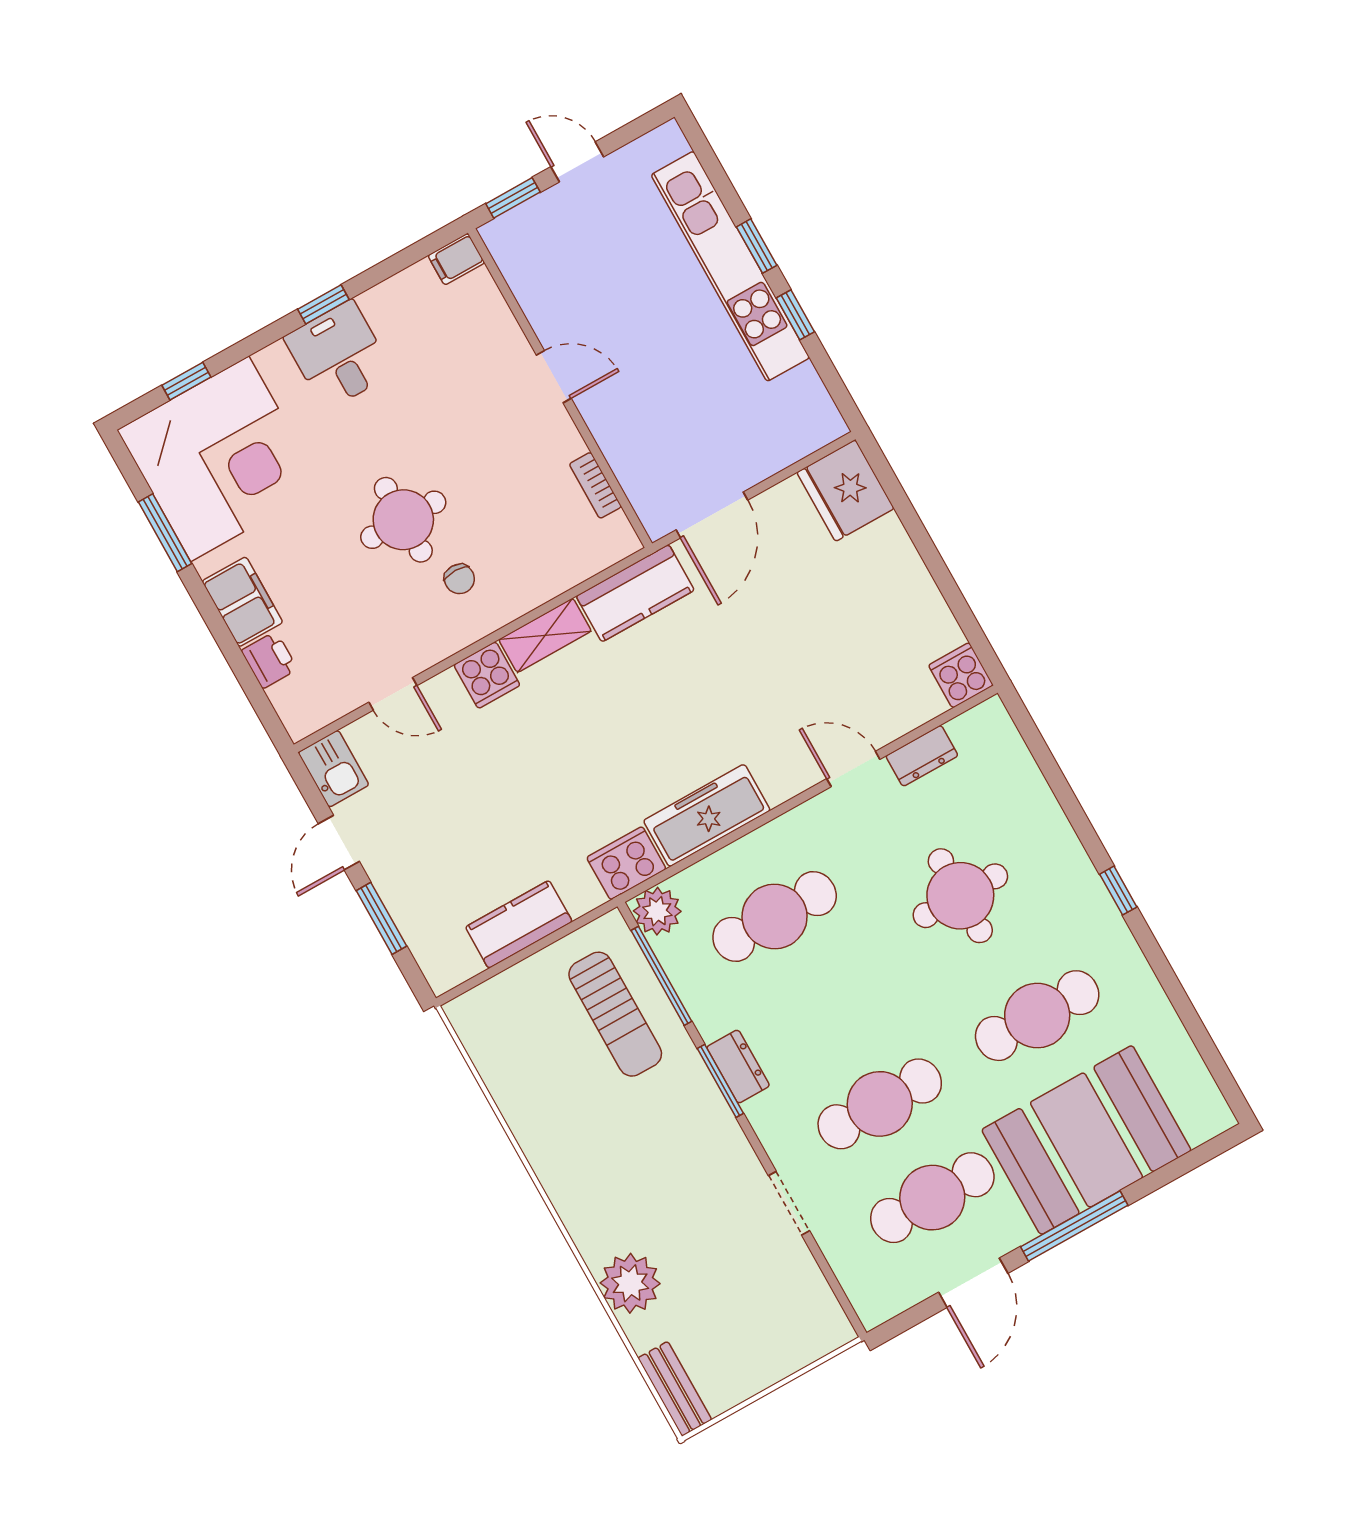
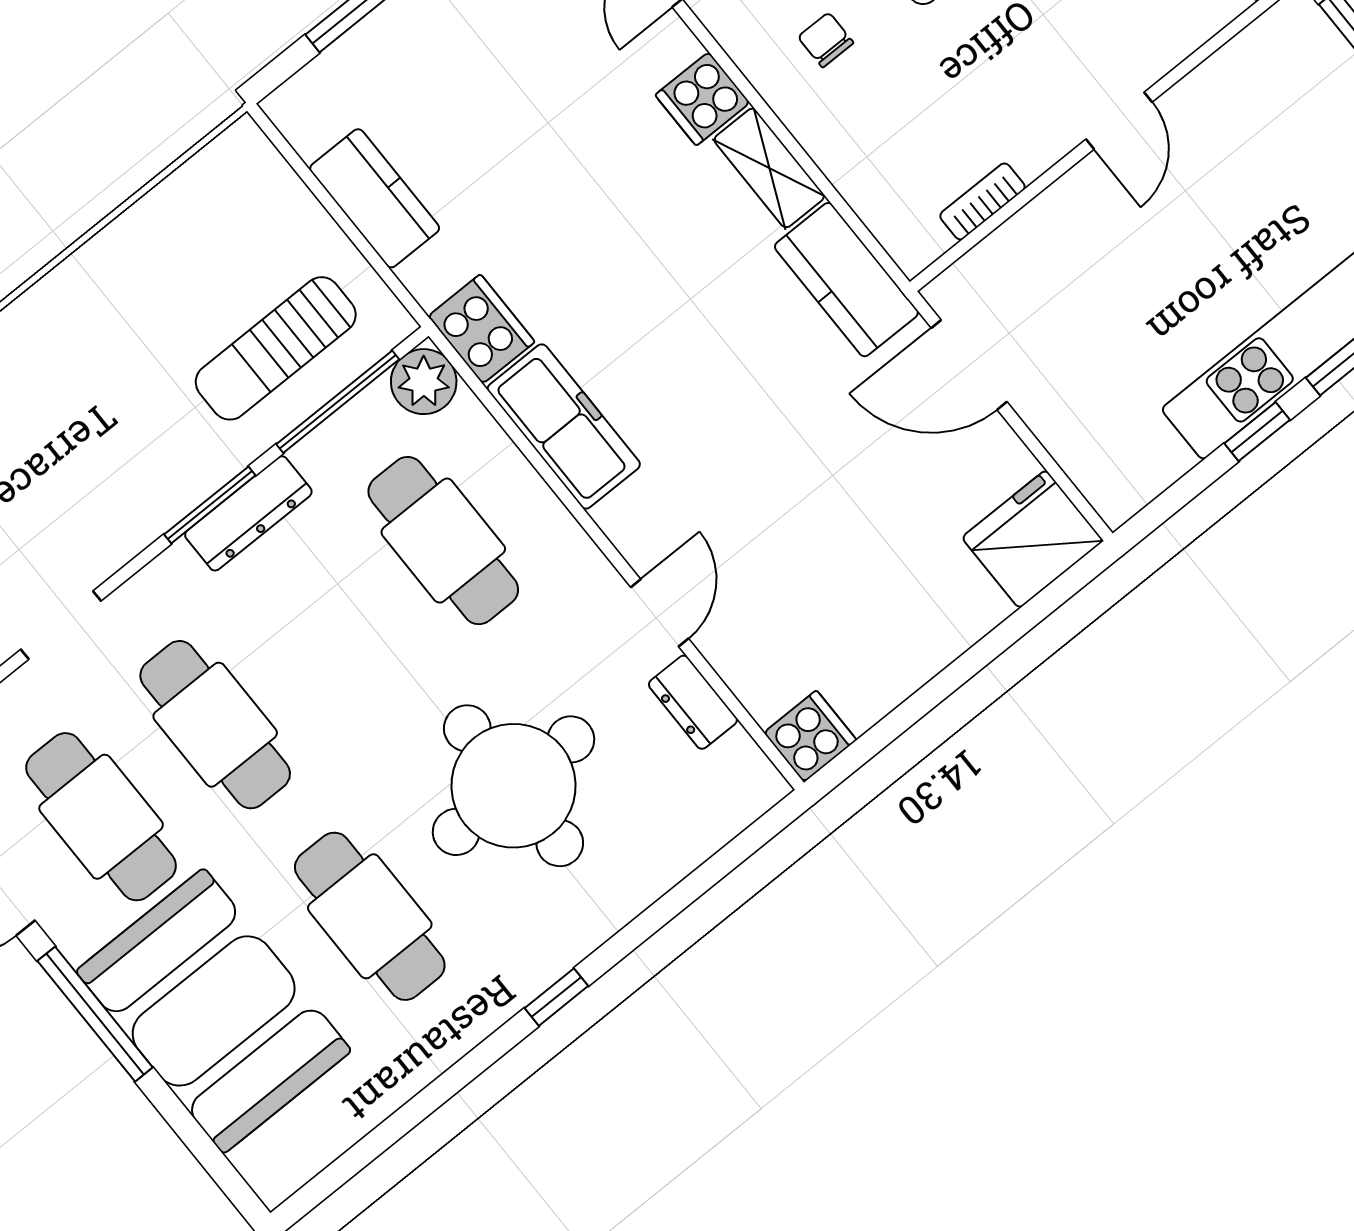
chair: (459, 579) -> (826, 40), turned 90
round table: (960, 896) -> (513, 786), width x1.36, depth x1.36
dresser: (738, 1067) -> (248, 513), width x1.44

